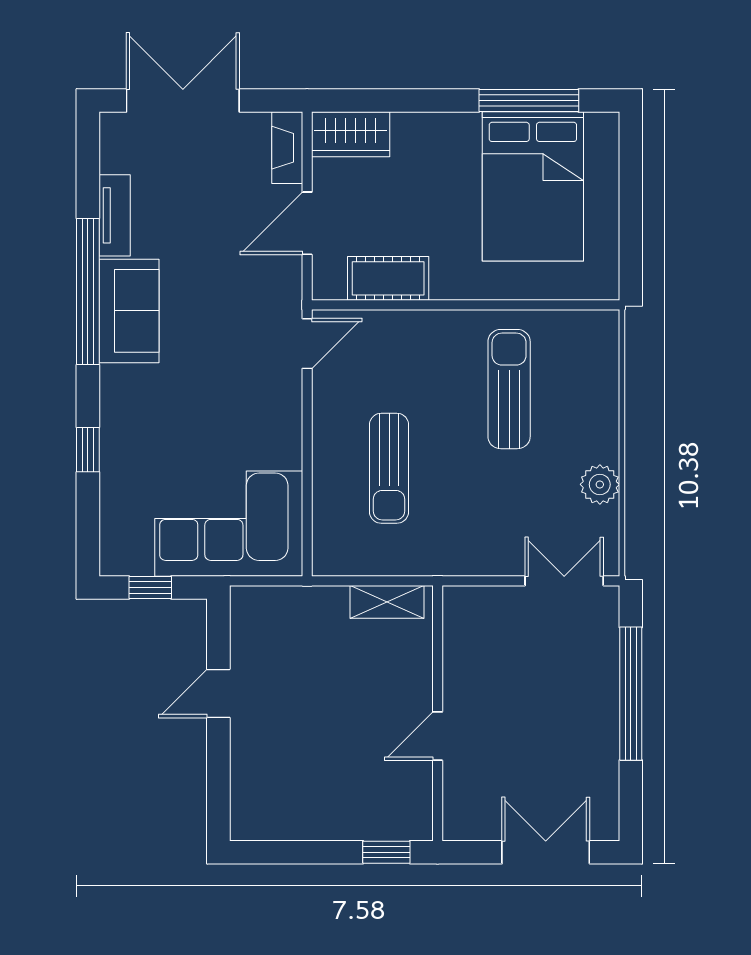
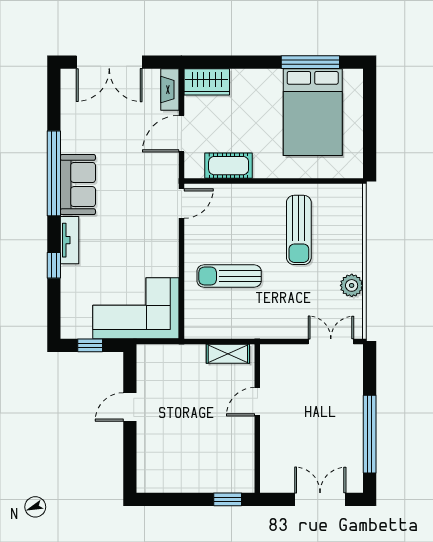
double door: (183, 101) -> (109, 62), swing flipped
tv unit: (115, 215) -> (70, 240), moved
sun lounger: (509, 389) -> (299, 230), turned 180
sun lounger: (389, 468) -> (229, 276), turned 90
window: (631, 694) -> (370, 434), moved
door: (438, 736) -> (257, 402), moved

